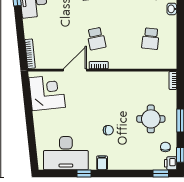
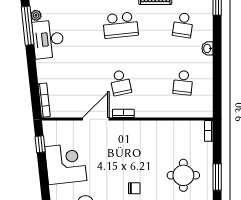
window: (27, 92) -> (40, 144), added
corner desk: (47, 93) -> (66, 164), moved

